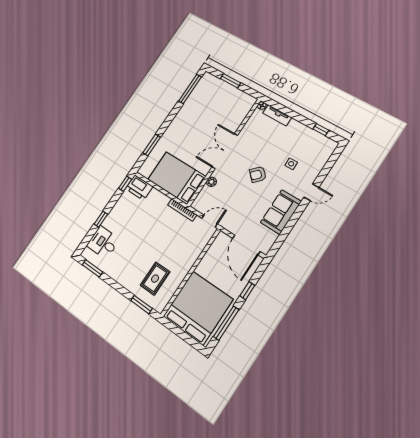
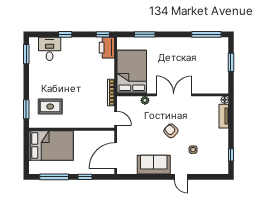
bed: (198, 308) -> (51, 145), width x0.73

